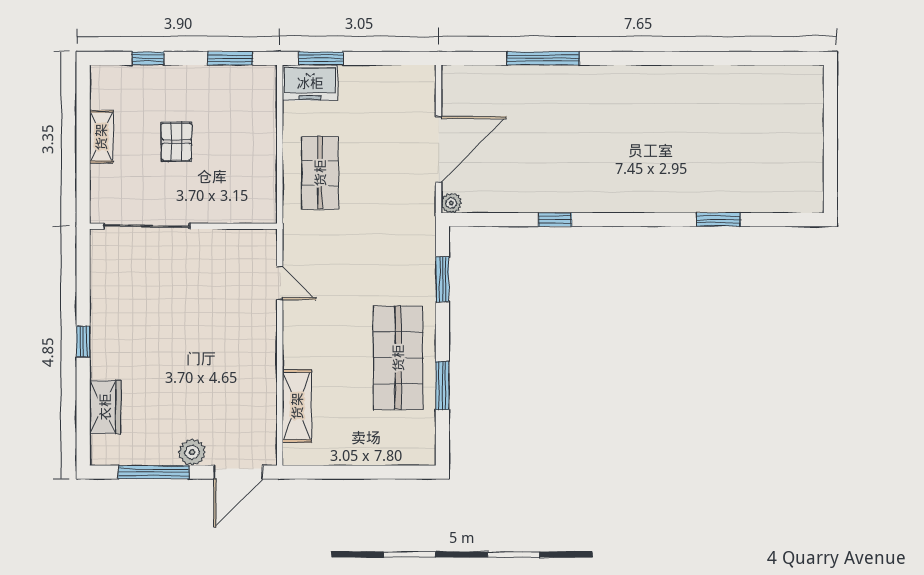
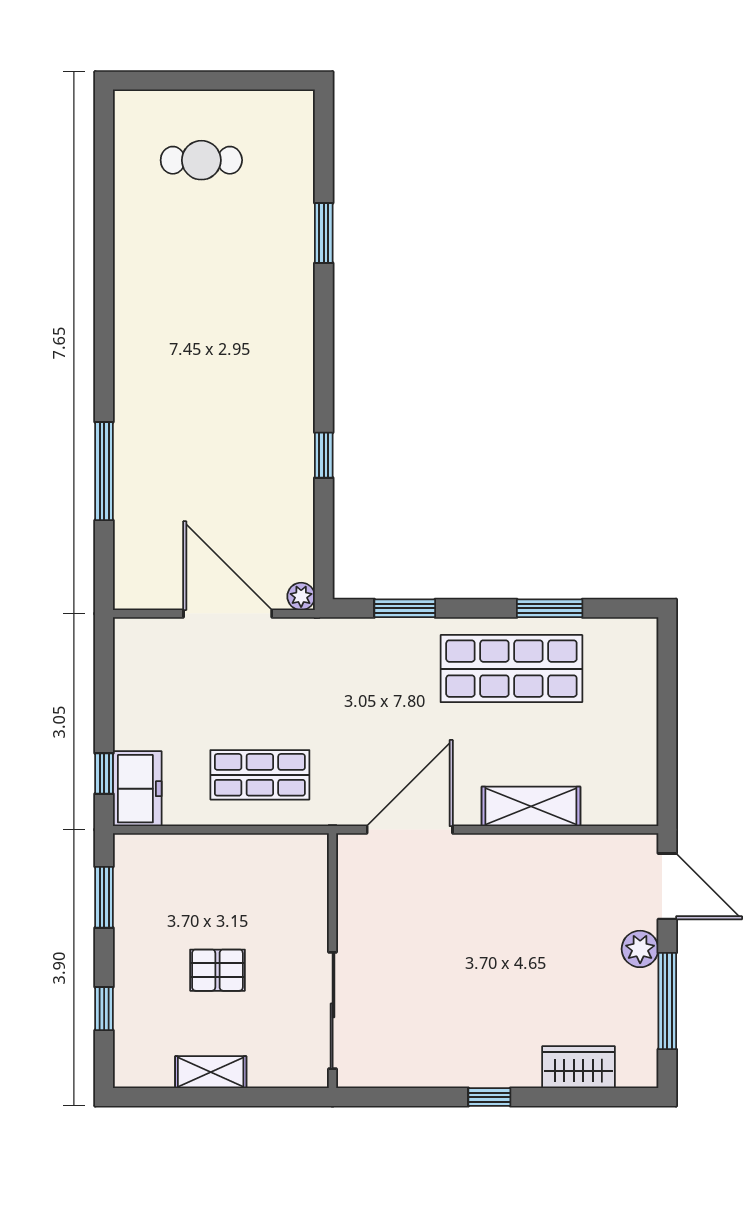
window: (321, 58) -> (104, 773), width x0.67
cafe table: (772, 130) -> (201, 160), added
door: (280, 283) -> (410, 830), width x1.88
shelving: (297, 406) -> (531, 806), moved

